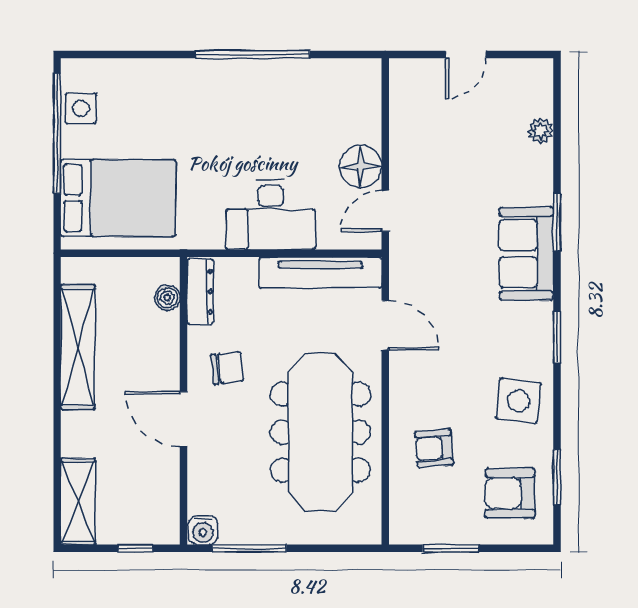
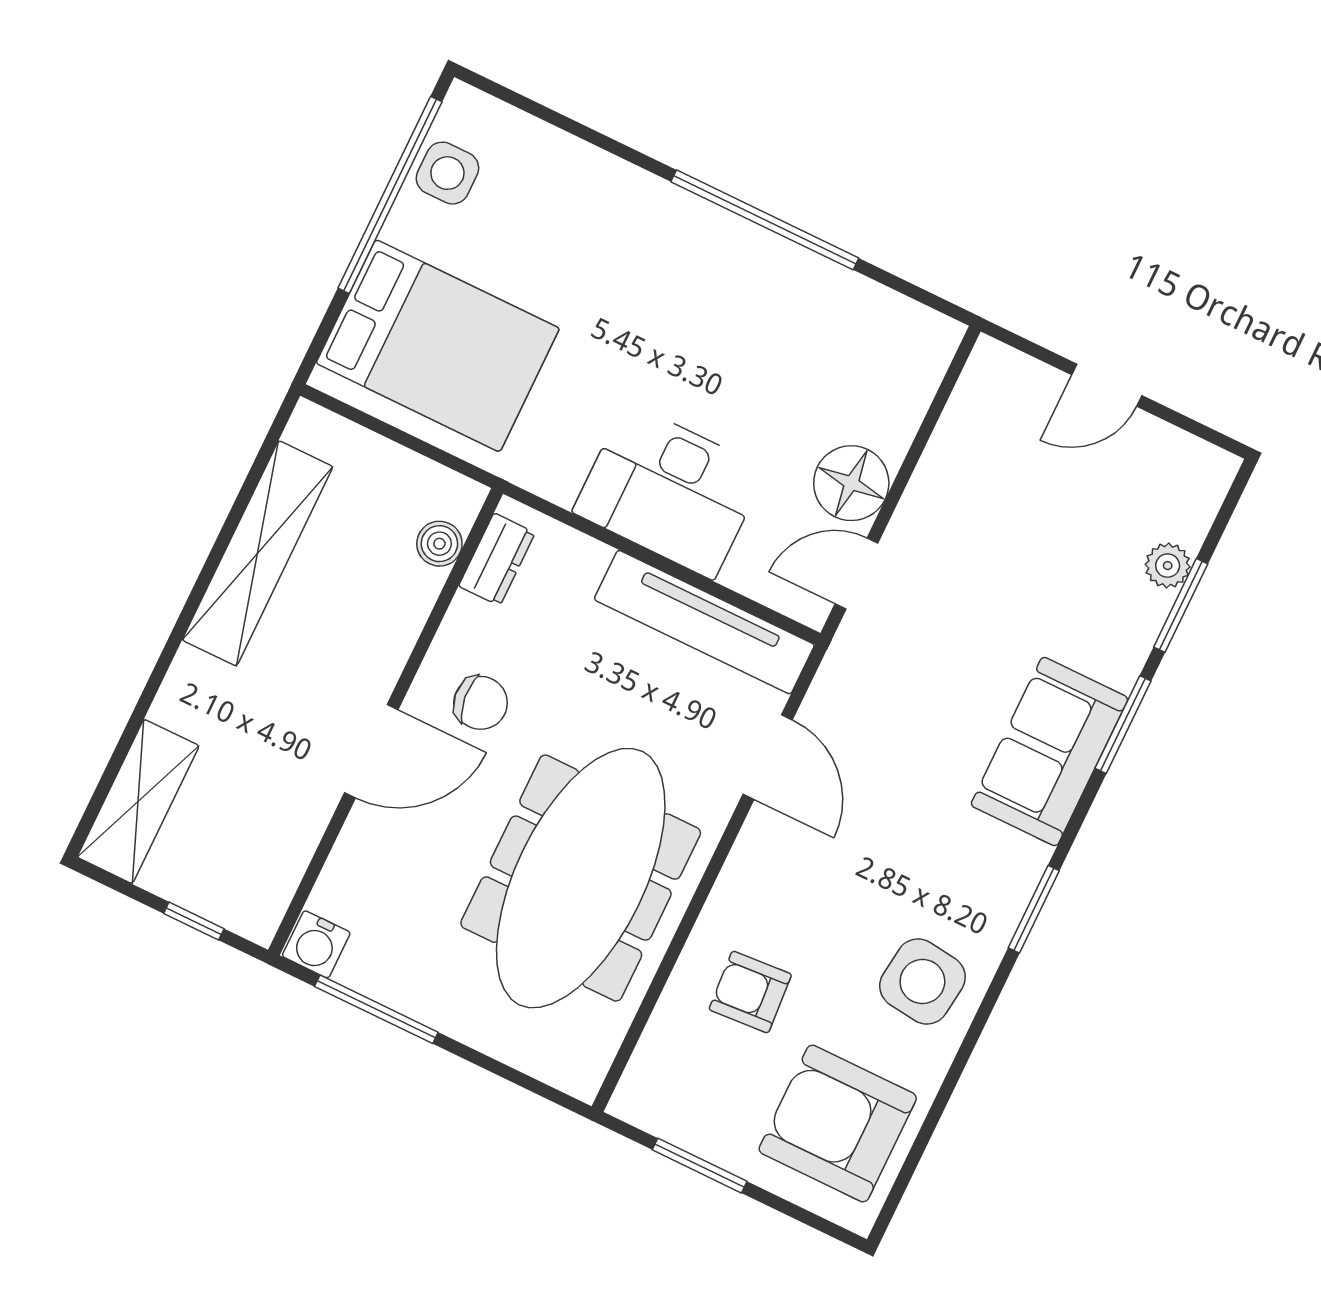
dresser: (200, 292) -> (497, 559), width x0.70
door: (184, 419) -> (371, 751), swing flipped
window: (557, 477) -> (1181, 605), moved
armchair: (510, 493) -> (838, 1124), width x1.36, depth x1.36

